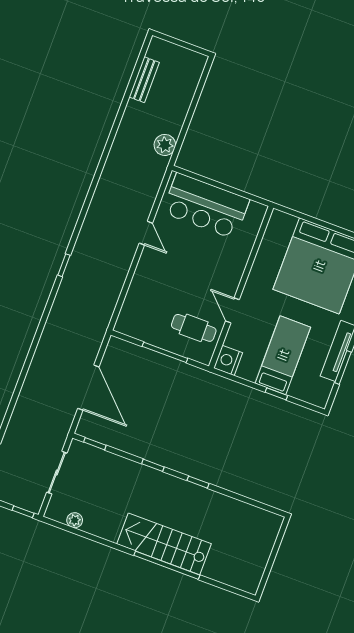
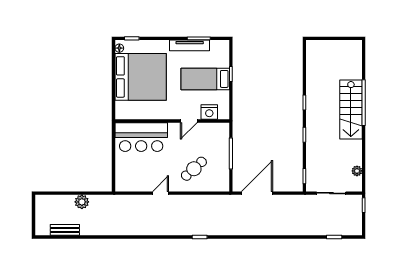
plant: (165, 145) -> (82, 202), moved
bar counter: (206, 206) -> (141, 137), moved, turned 90
cafe table: (194, 328) -> (194, 169), moved, turned 48
nightstand: (228, 360) -> (209, 112), moved
door: (88, 388) -> (257, 193), moved

